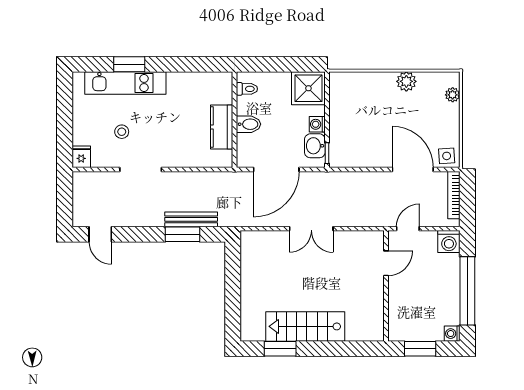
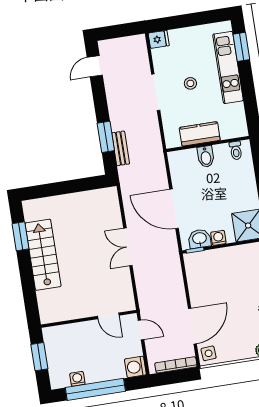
window: (129, 64) -> (241, 47), moved
toilet: (247, 89) -> (236, 150), moved
wall: (235, 120) -> (208, 144), moved
bidet: (249, 124) -> (206, 157), moved
kitchen counter: (222, 127) -> (200, 134), moved
stool: (122, 132) -> (190, 83), moved
bench: (191, 219) -> (121, 148), width x0.73
washing machine: (452, 334) -> (77, 379), moved

